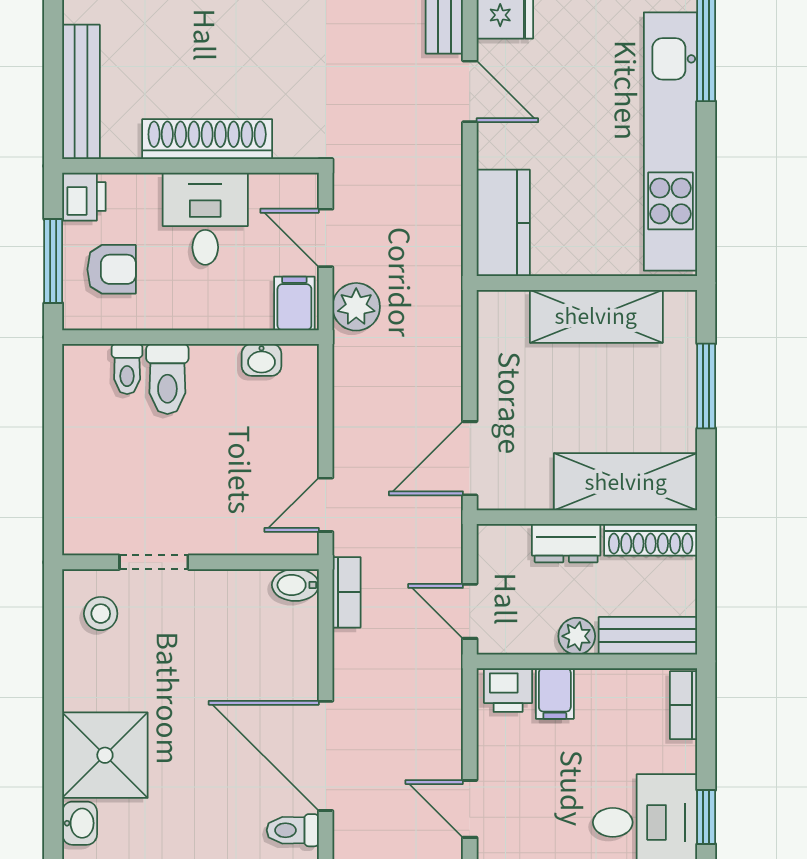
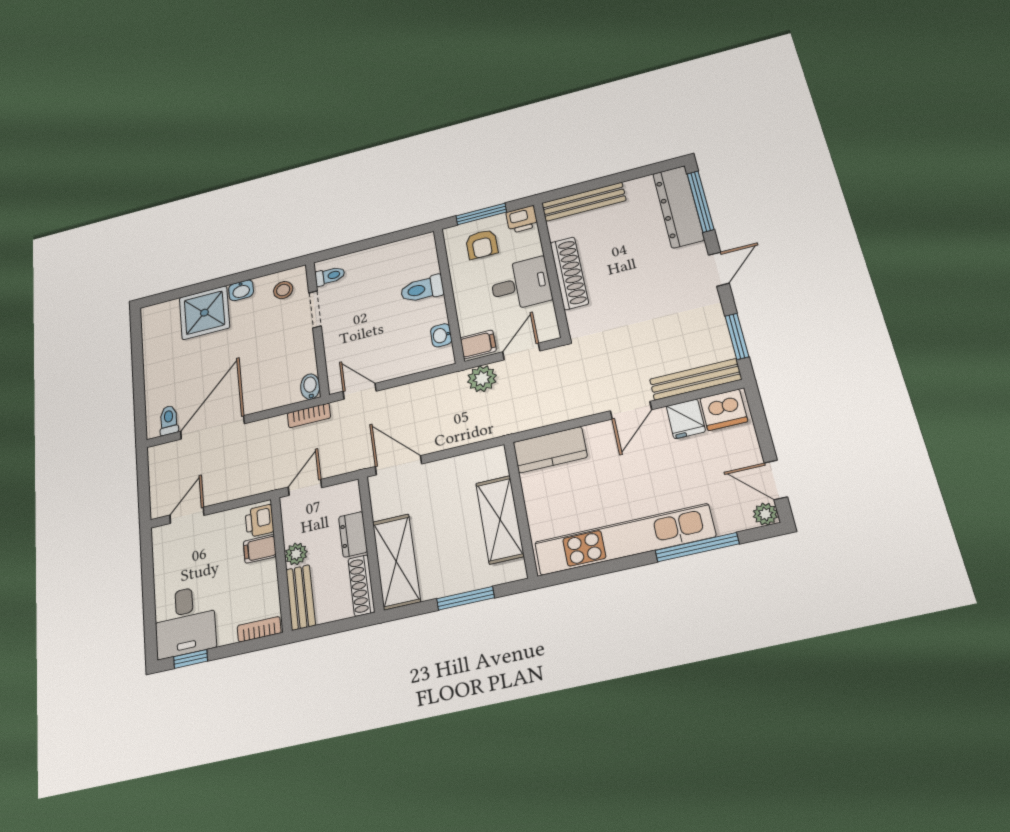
toilet: (127, 369) -> (330, 276), moved, turned 180
washbasin: (80, 823) -> (241, 290), moved

